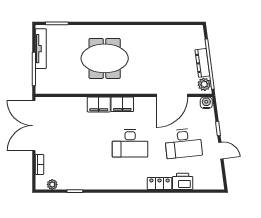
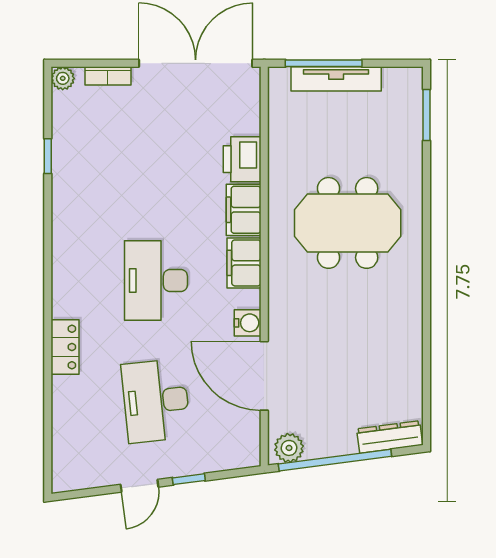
tv unit: (41, 49) -> (336, 79), moved
meeting table: (105, 58) -> (348, 223), turned 90
dresser: (202, 63) -> (390, 437), moved
water cooler: (206, 103) -> (248, 323), moved
printer: (183, 181) -> (242, 159), moved, turned 180
plant: (52, 184) -> (63, 78), moved

